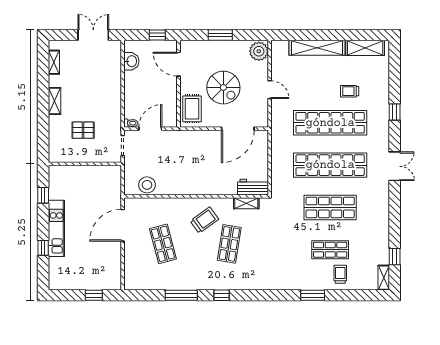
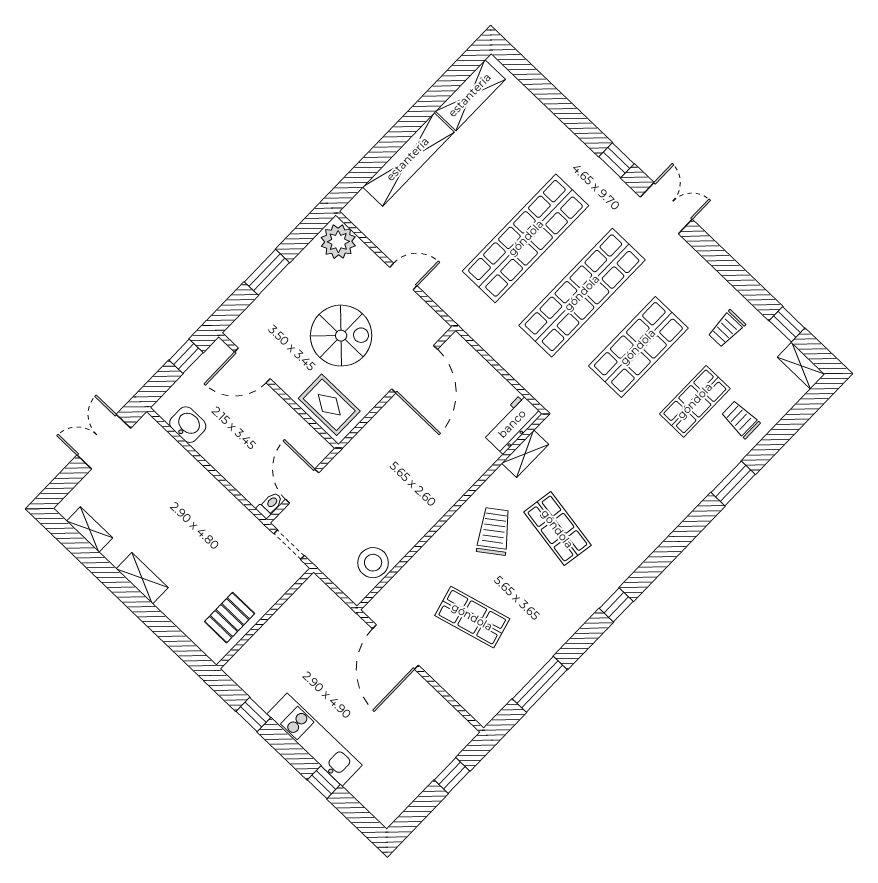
trolley: (350, 91) -> (727, 329), moved
window: (395, 112) -> (617, 160), moved
pallet: (83, 130) -> (230, 618), moved
window: (181, 295) -> (540, 684), moved

